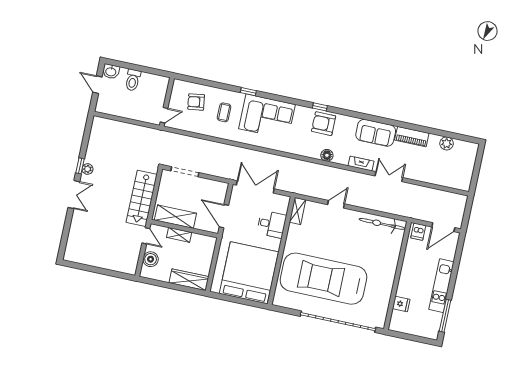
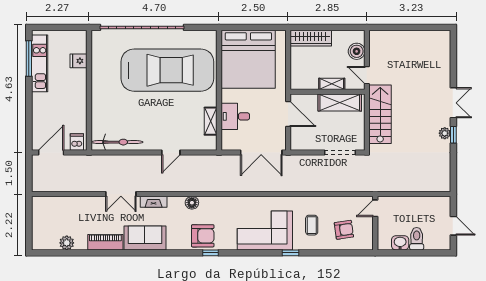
washbasin: (111, 71) -> (400, 243), moved
double door: (74, 195) -> (453, 103), swing flipped
shelving: (297, 211) -> (211, 121), moved
kitchen unit: (441, 286) -> (40, 63), moved

